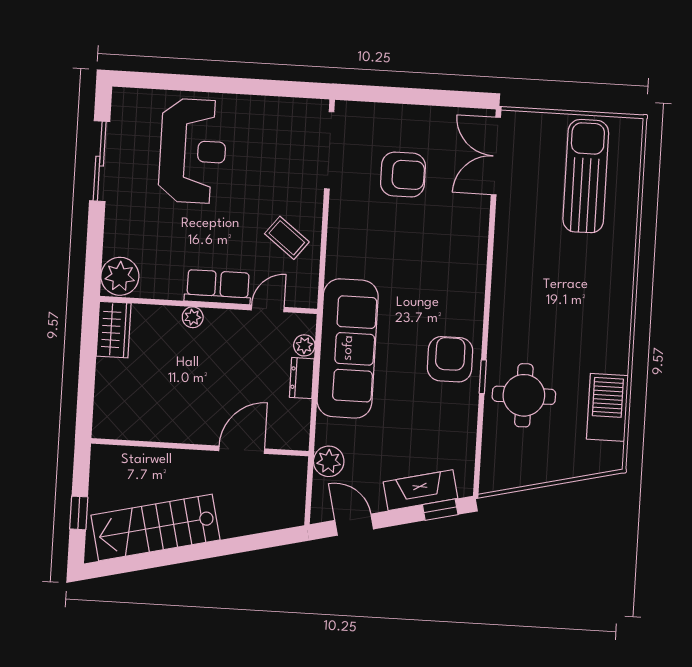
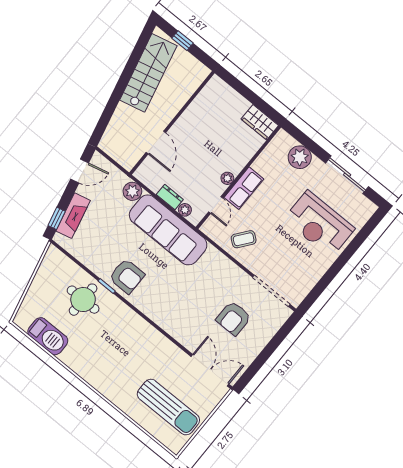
plant: (120, 276) -> (300, 157), moved
plant: (193, 317) -> (227, 178), moved
plant: (329, 461) -> (132, 191), moved

